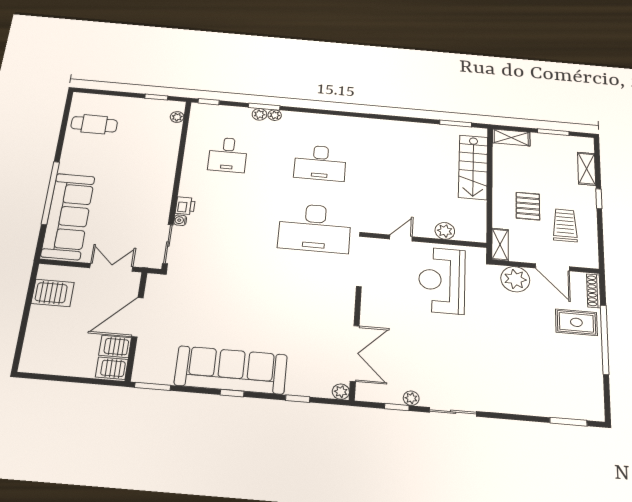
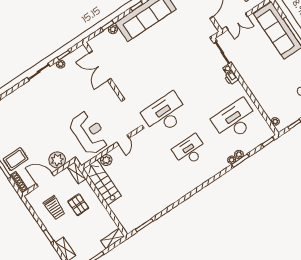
desk: (228, 155) -> (235, 120), width x1.87, depth x1.30
stairs: (473, 167) -> (102, 182), moved
plant: (341, 392) -> (113, 29), moved

